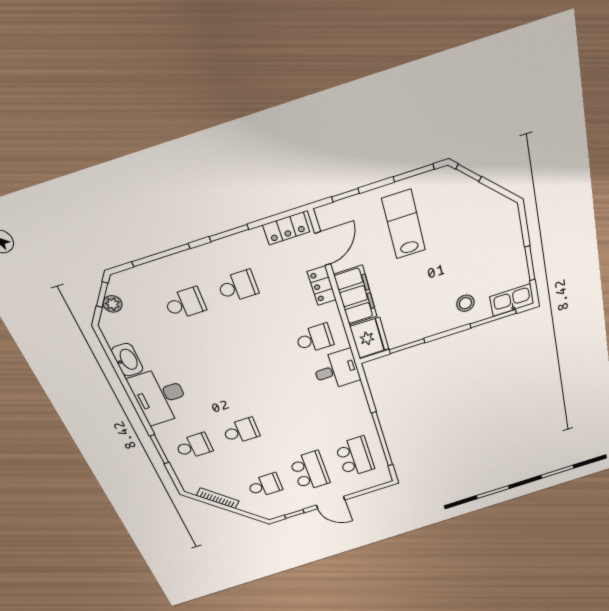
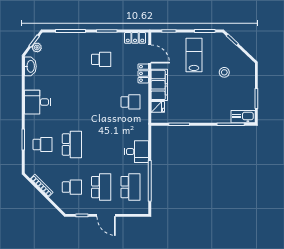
door: (323, 249) -> (150, 54), hinge flipped
school desk: (185, 303) -> (72, 59), removed
stool: (465, 303) -> (224, 72), moved
fridge: (369, 338) -> (158, 107), width x0.53, depth x0.75
washbasin: (127, 360) -> (30, 66), moved
desk: (336, 370) -> (137, 152), moved
desk: (160, 396) -> (37, 102), width x0.73
school desk: (241, 431) -> (72, 144), width x1.85

